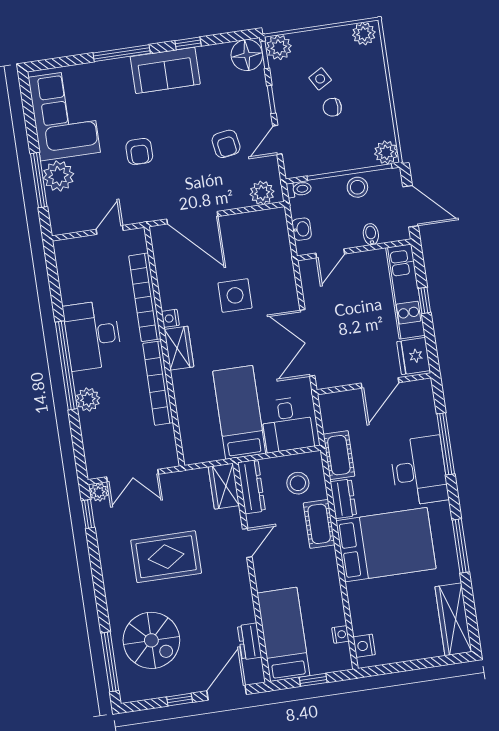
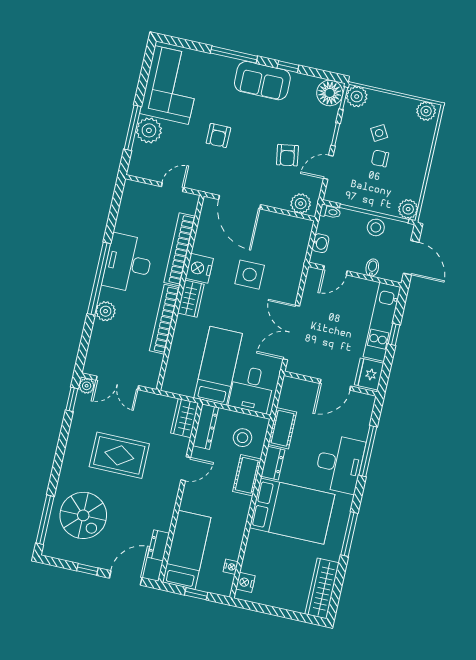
nightstand: (170, 318) -> (199, 268), width x1.89, depth x1.79

